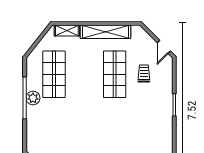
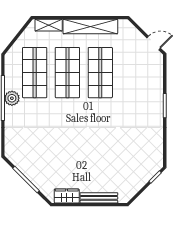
door: (164, 47) -> (154, 43), swing flipped
shop shelf: (84, 74) -> (67, 73), added
trolley: (144, 74) -> (132, 72), removed

